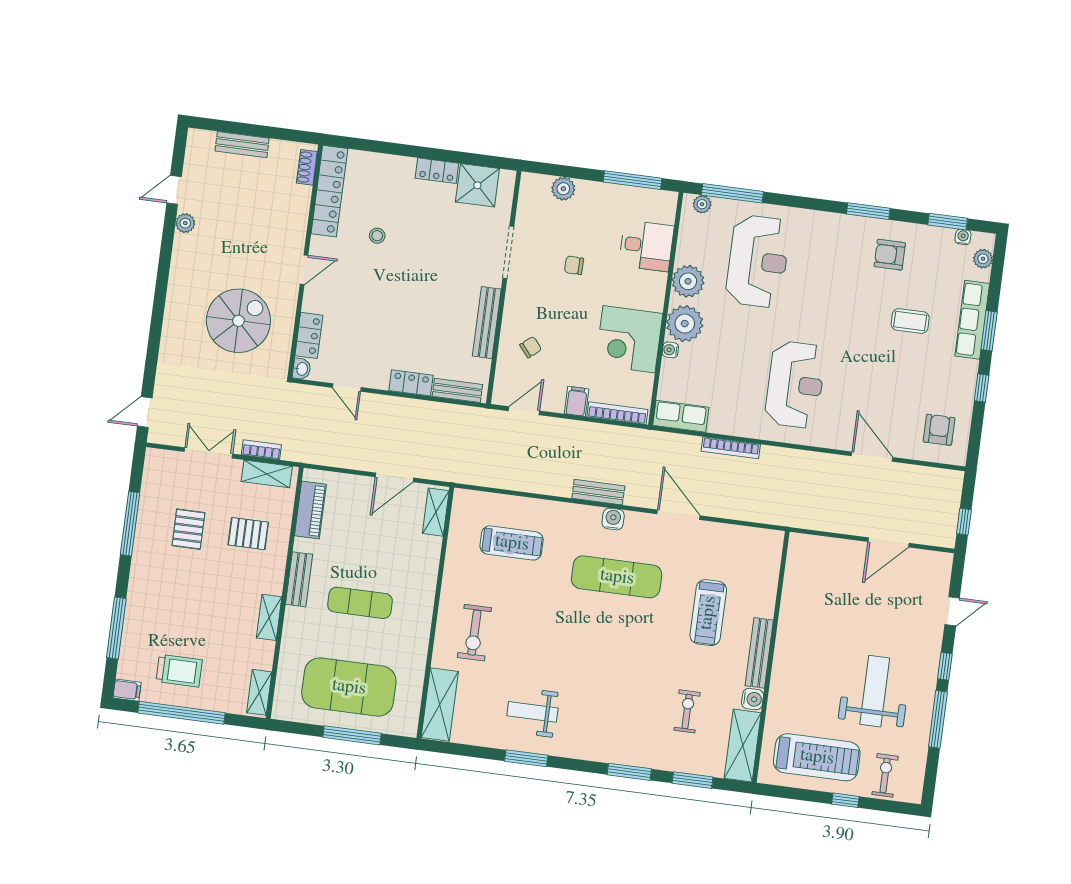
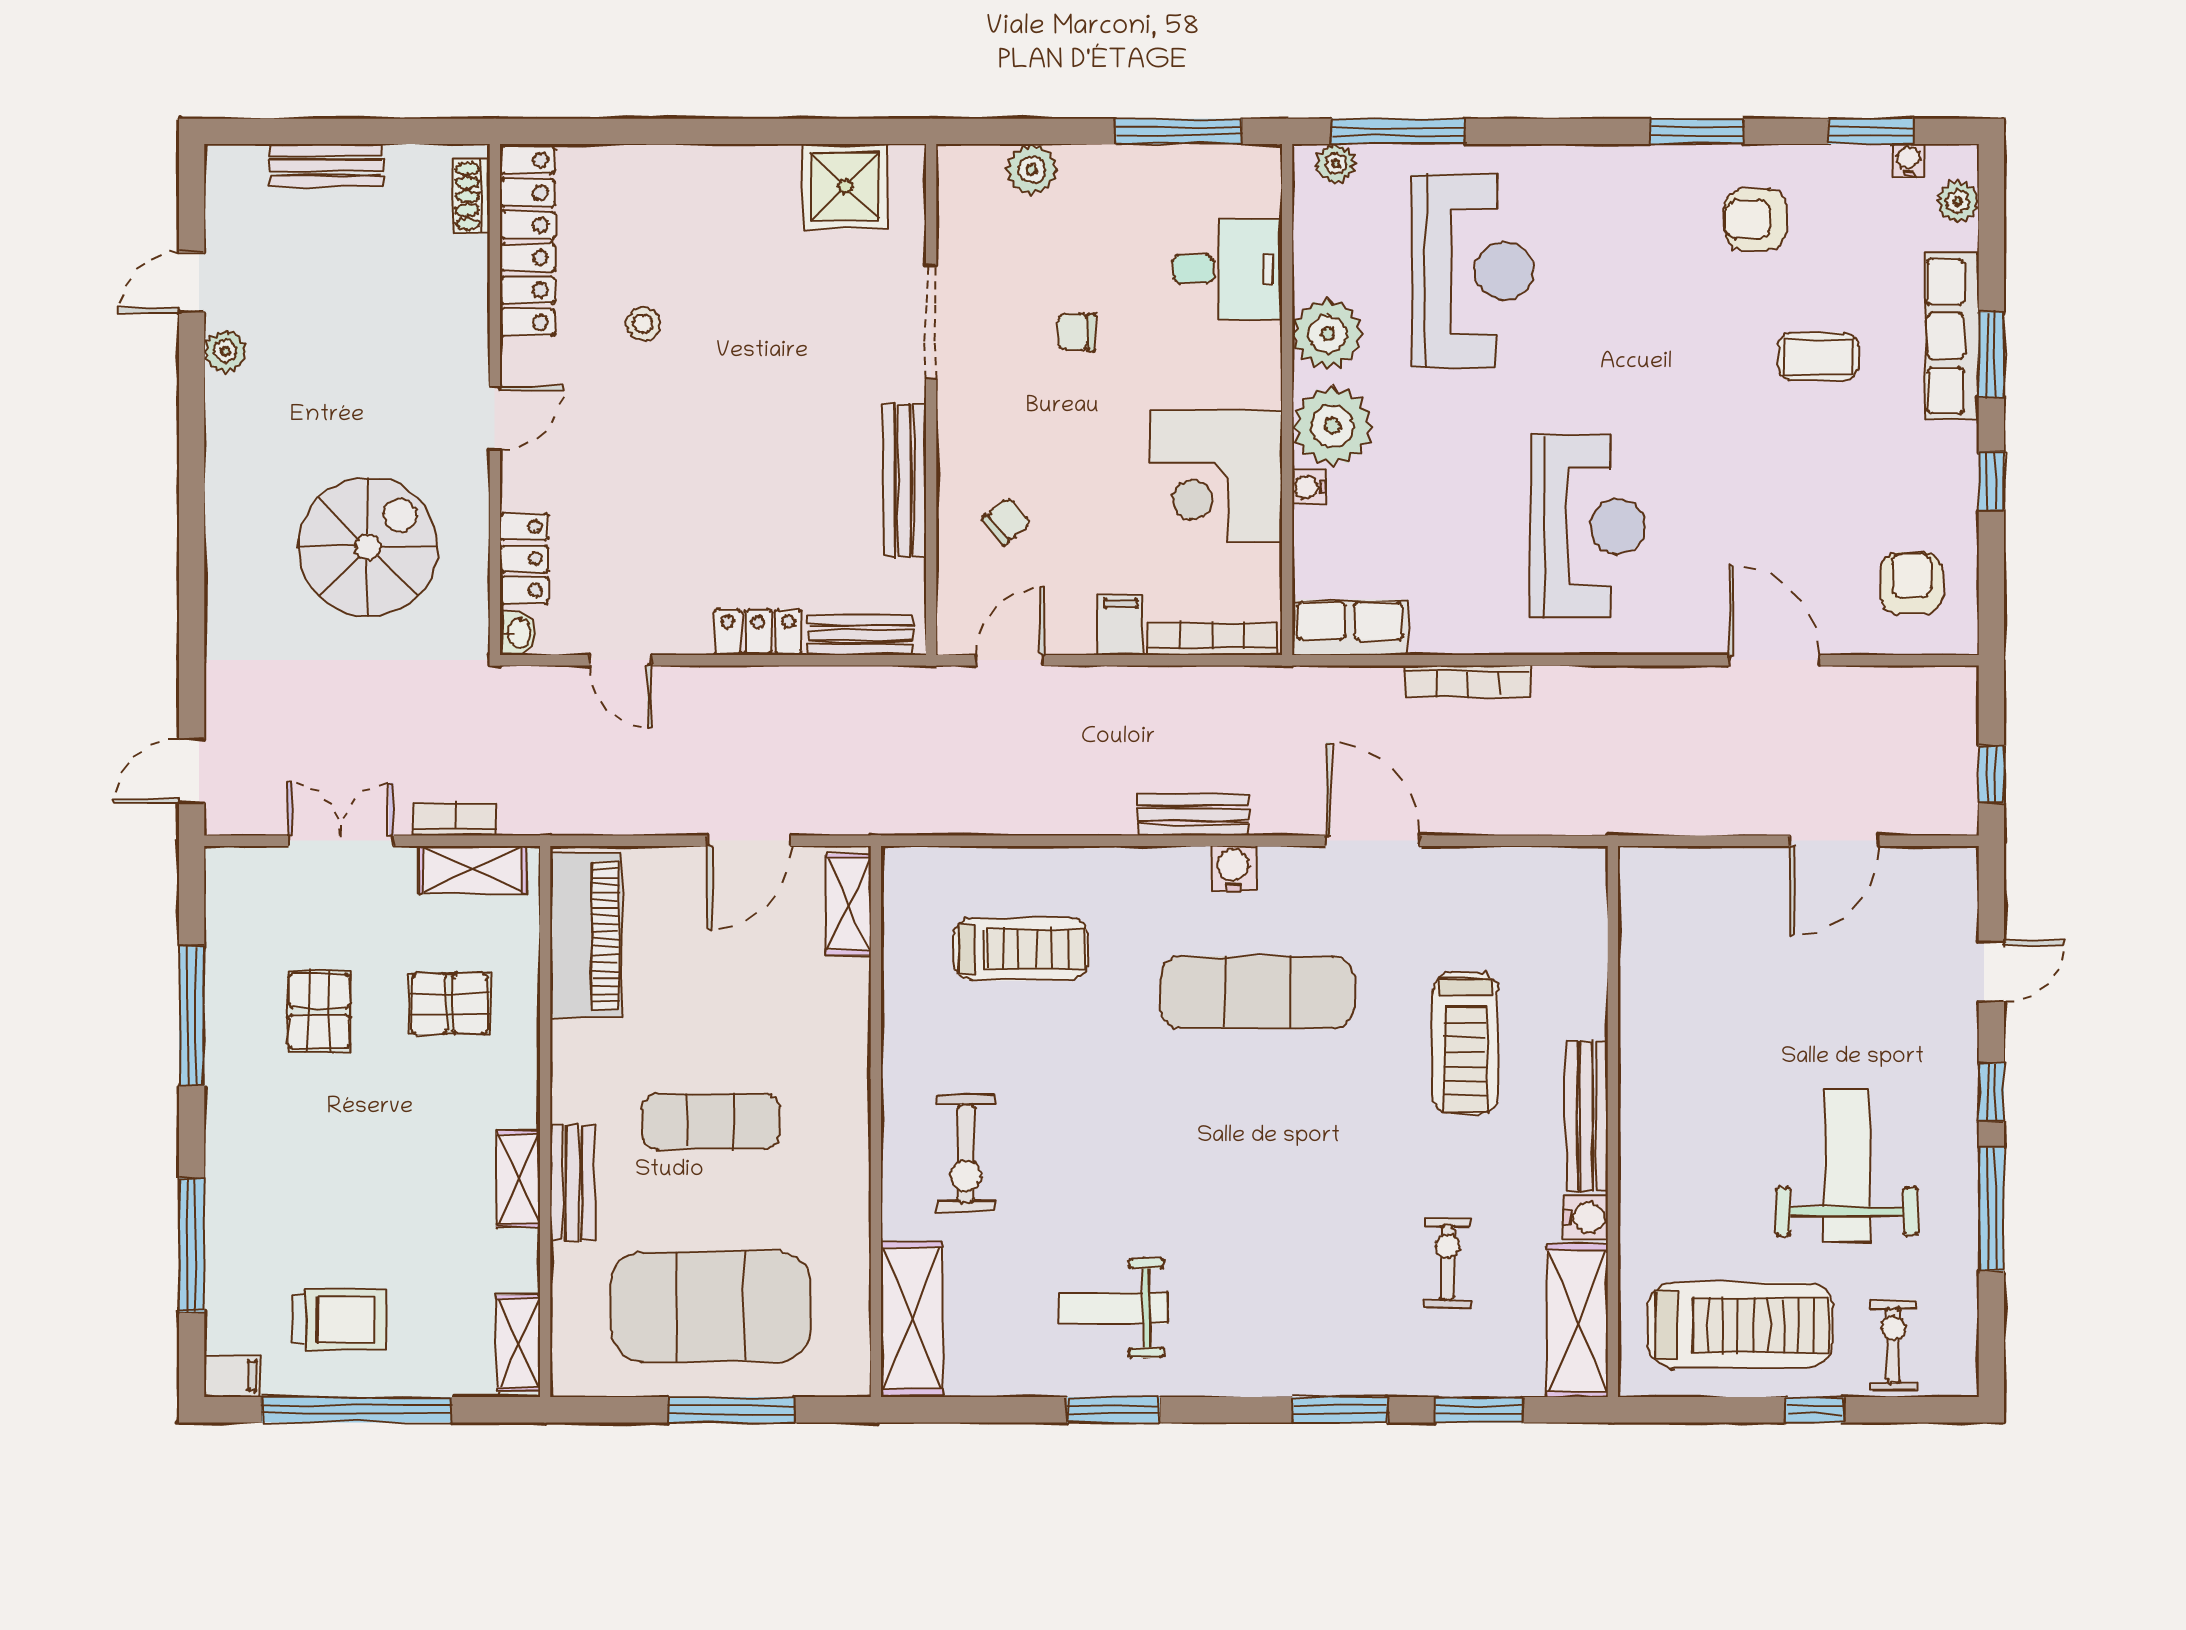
locker: (437, 171) -> (754, 167), removed
piano: (310, 510) -> (586, 935), width x1.37, depth x1.33
bench: (299, 579) -> (572, 1183), moved

